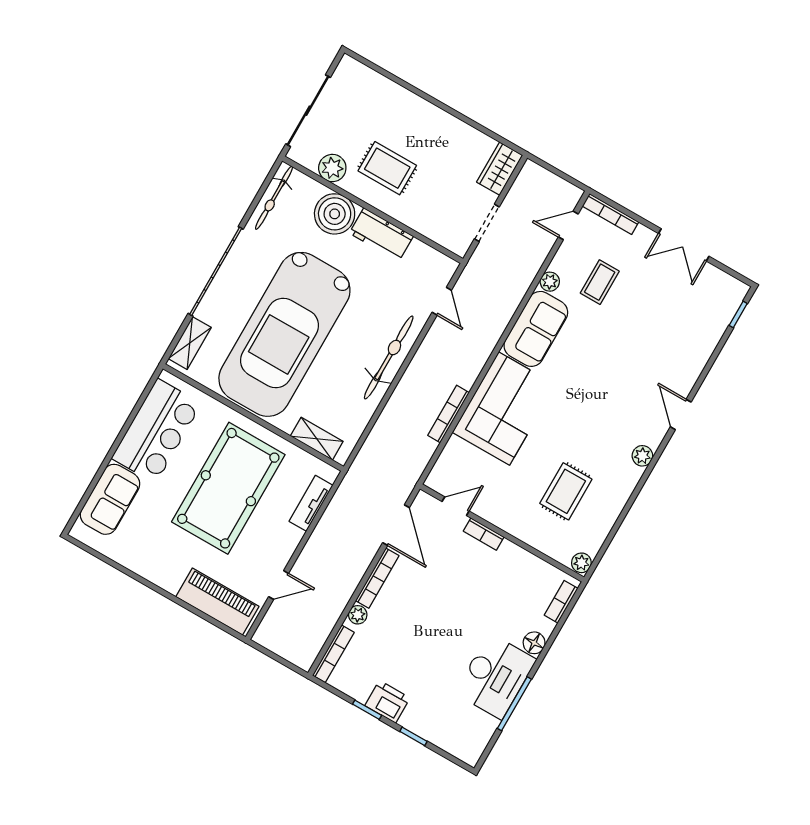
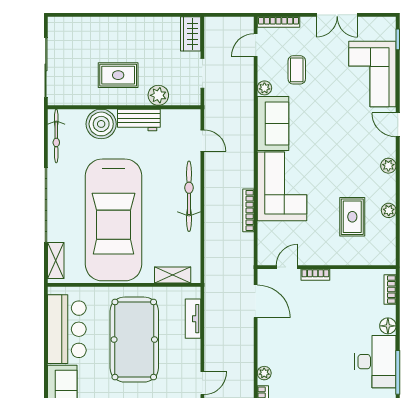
plant: (332, 168) -> (158, 95), moved
corner sofa: (685, 338) -> (372, 74), added
plant: (581, 563) -> (389, 210), moved
bookcase: (377, 578) -> (263, 342), removed

